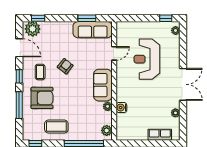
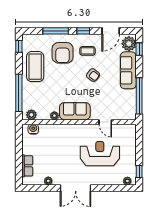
window: (87, 18) -> (139, 96), width x2.11
sofa: (93, 30) -> (128, 70), moved
water cooler: (121, 108) -> (33, 129), moved
coffee table: (56, 127) -> (35, 67), width x1.36, depth x1.32

